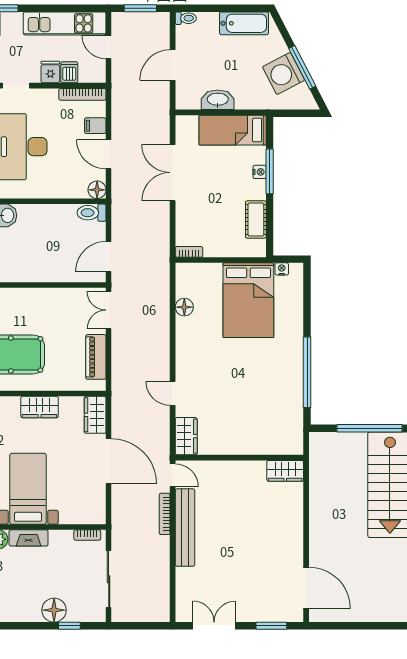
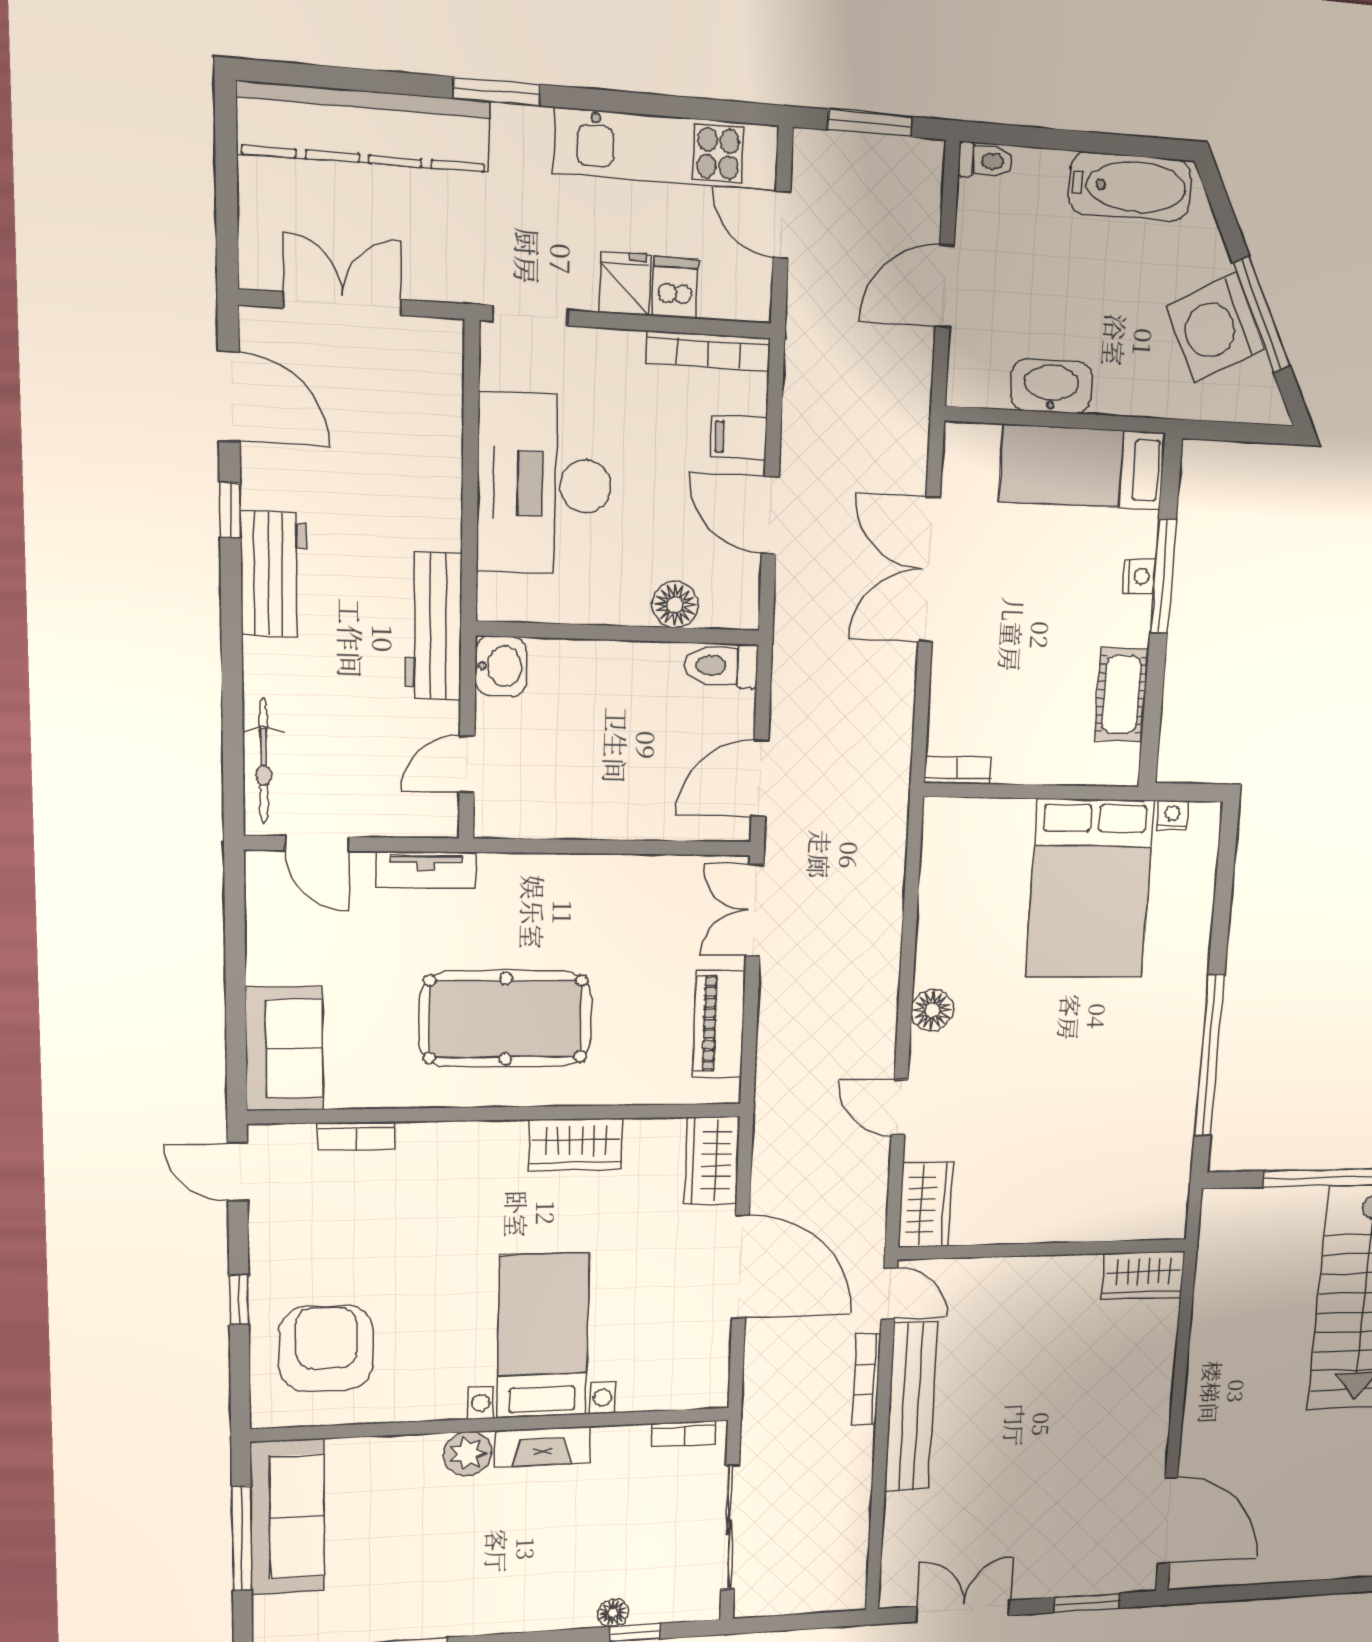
floor lamp: (97, 190) -> (675, 605), moved
floor lamp: (184, 307) -> (932, 1010), moved
floor lamp: (54, 610) -> (613, 1613), width x0.53, depth x0.53

